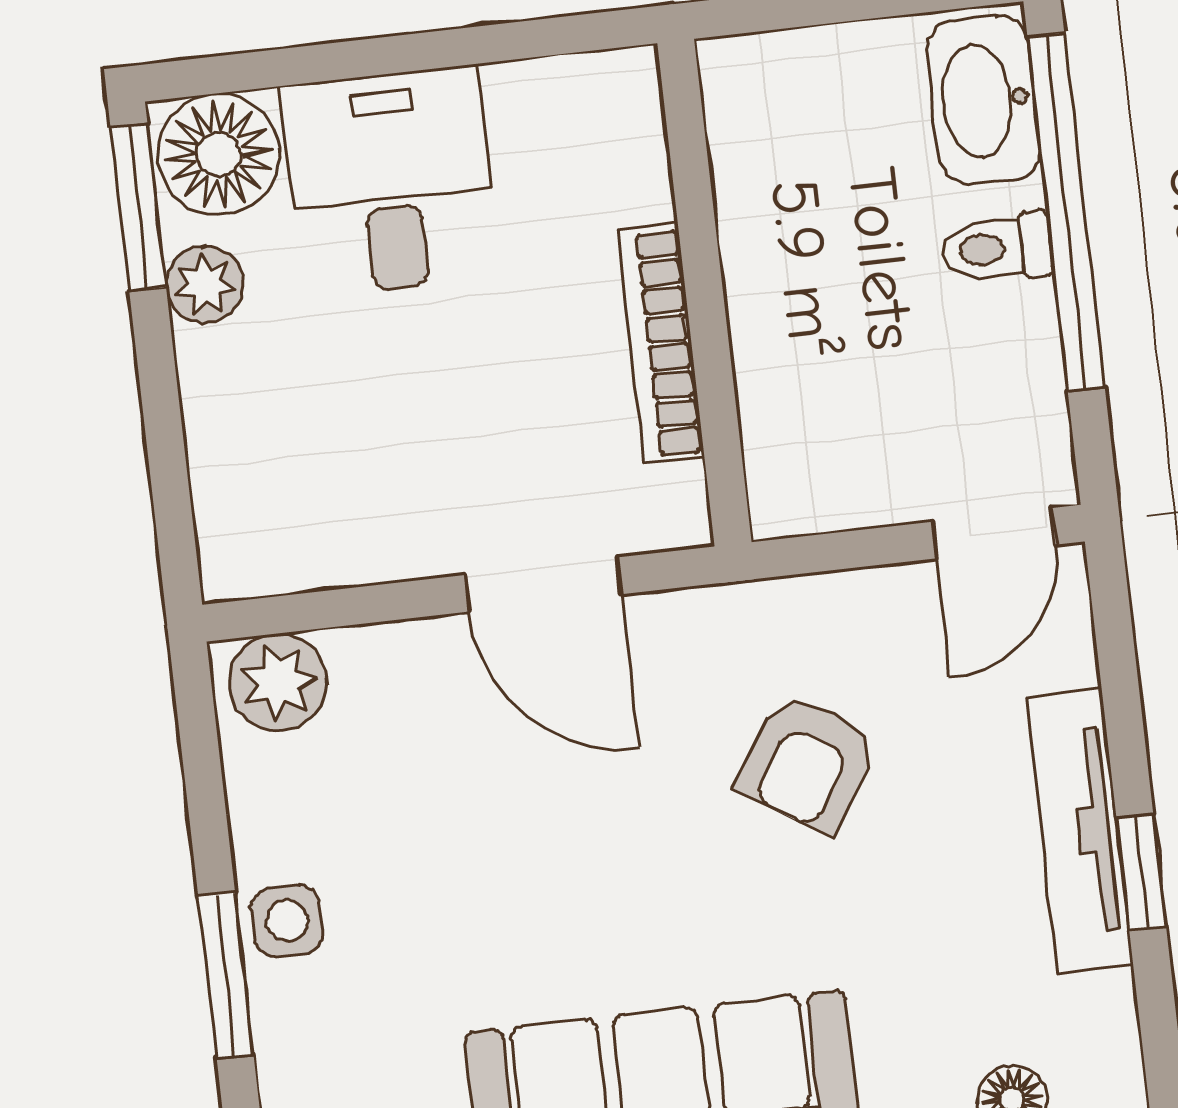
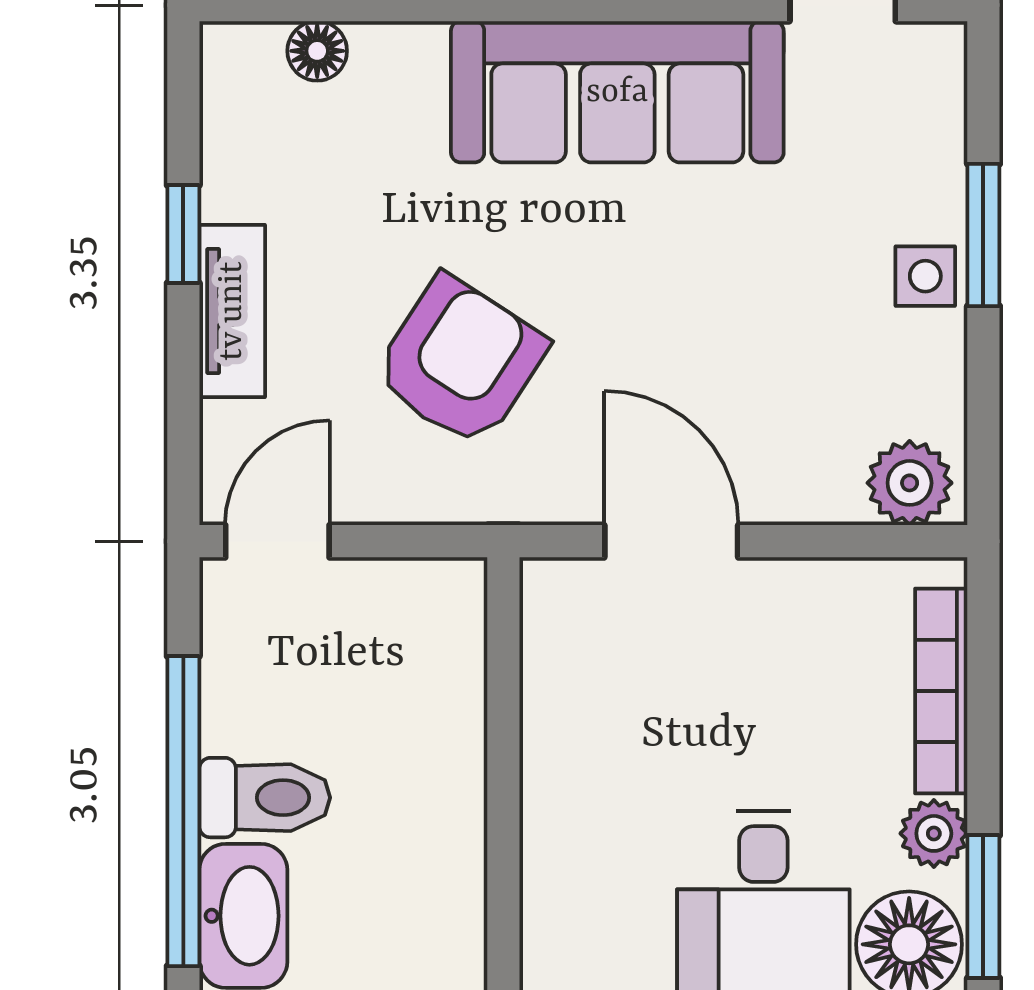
toilet: (997, 248) -> (265, 798), width x1.37, depth x1.39
bookcase: (661, 344) -> (941, 691), moved, turned 180
armchair: (808, 763) -> (460, 361), width x1.38, depth x1.38
tv unit: (1080, 831) -> (232, 311), width x0.71

